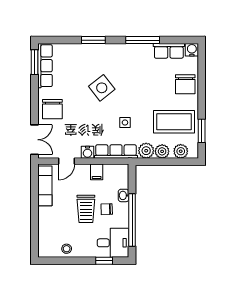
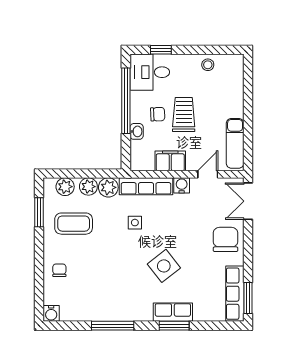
row of seats: (169, 51) -> (173, 312), moved
chair: (185, 84) -> (59, 270), width x0.54, depth x0.54
coffee table: (174, 122) -> (74, 224), width x0.73, depth x0.76
filing cabinet: (97, 172) -> (170, 161), width x2.00

